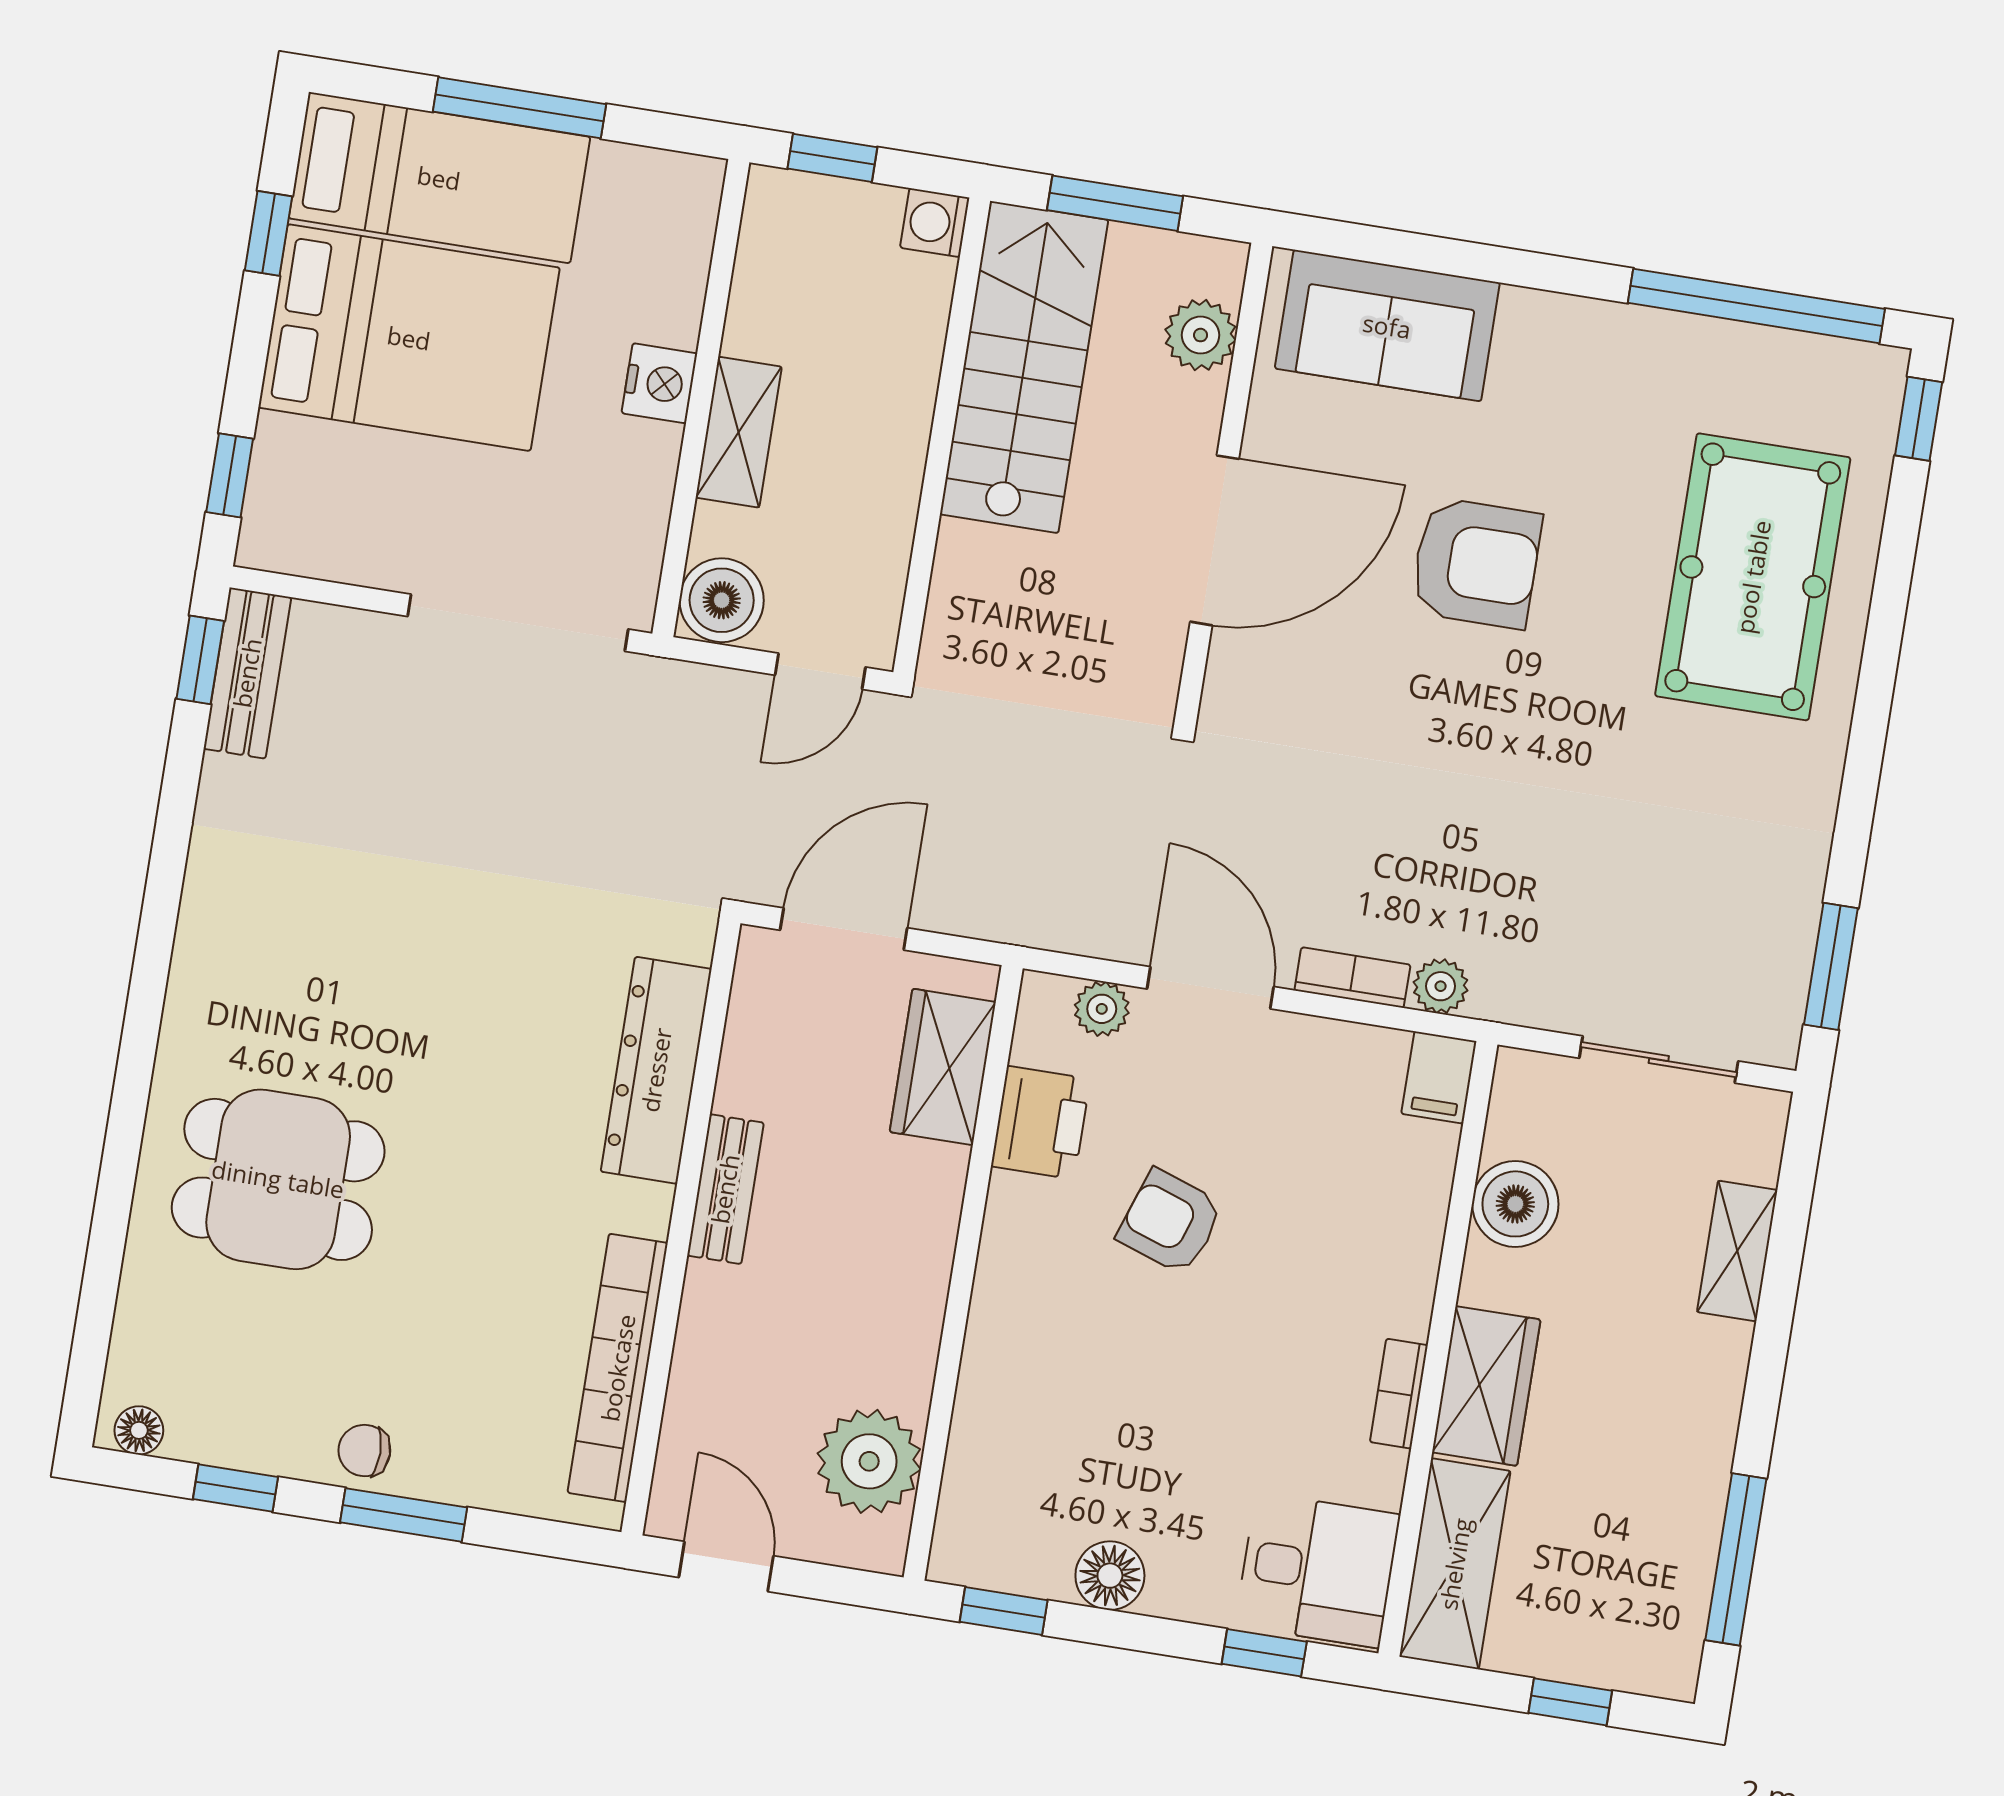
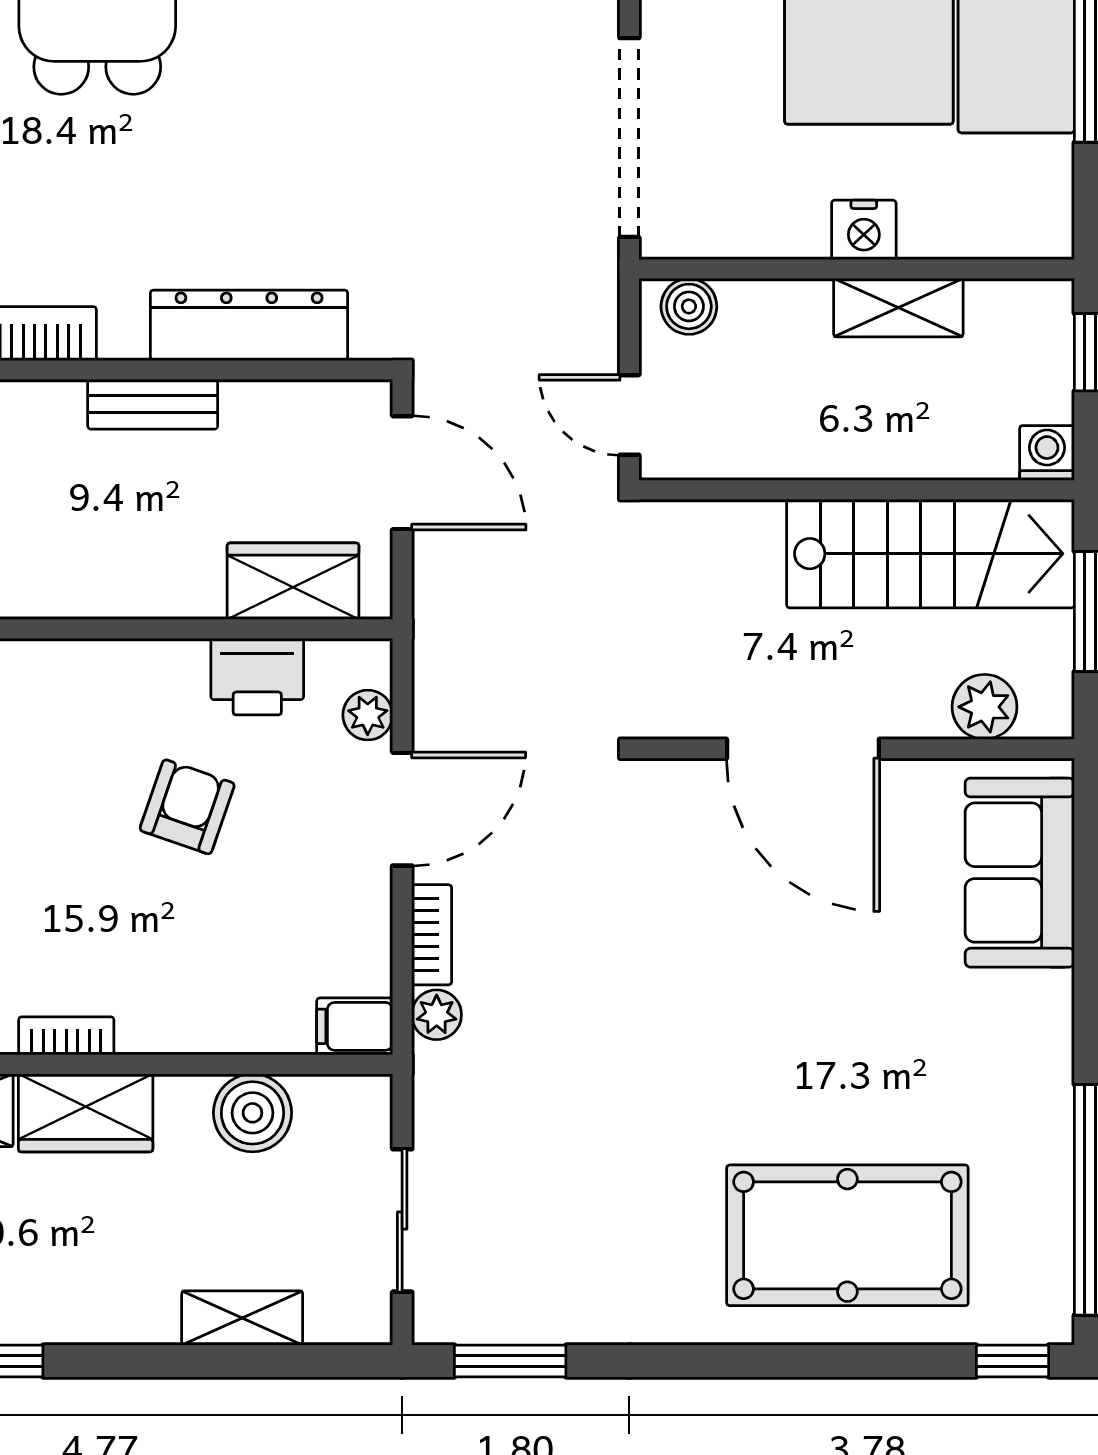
shelving: (739, 432) -> (898, 308), moved
armchair: (1476, 563) -> (820, 986), removed
boiler: (722, 600) -> (689, 306), width x0.73, depth x0.73

